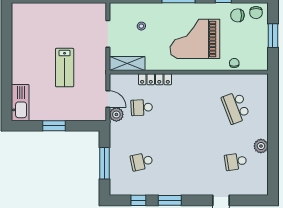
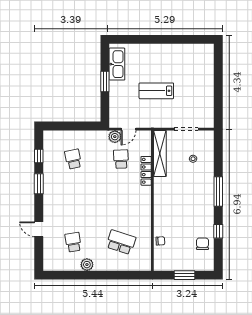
chair: (256, 13) -> (205, 260), removed
grand piano: (195, 39) -> (182, 206), removed
shelving: (127, 63) -> (160, 153), width x1.47
kitchen sink: (20, 103) -> (117, 64), moved, turned -90
school desk: (236, 108) -> (121, 242), turned 39
window: (104, 163) -> (72, 126), removed

